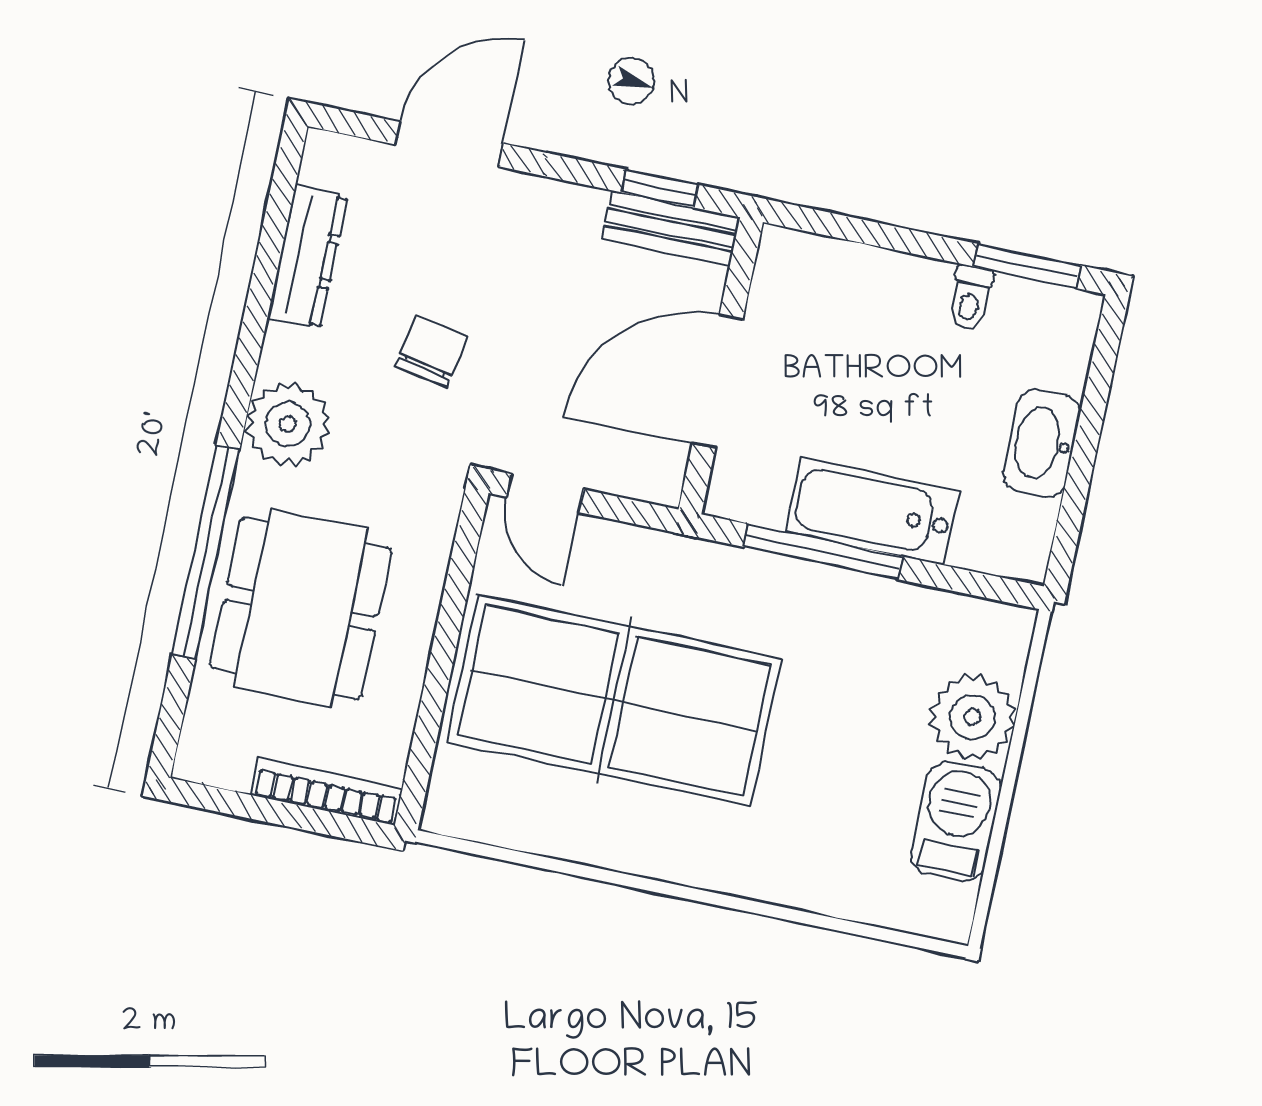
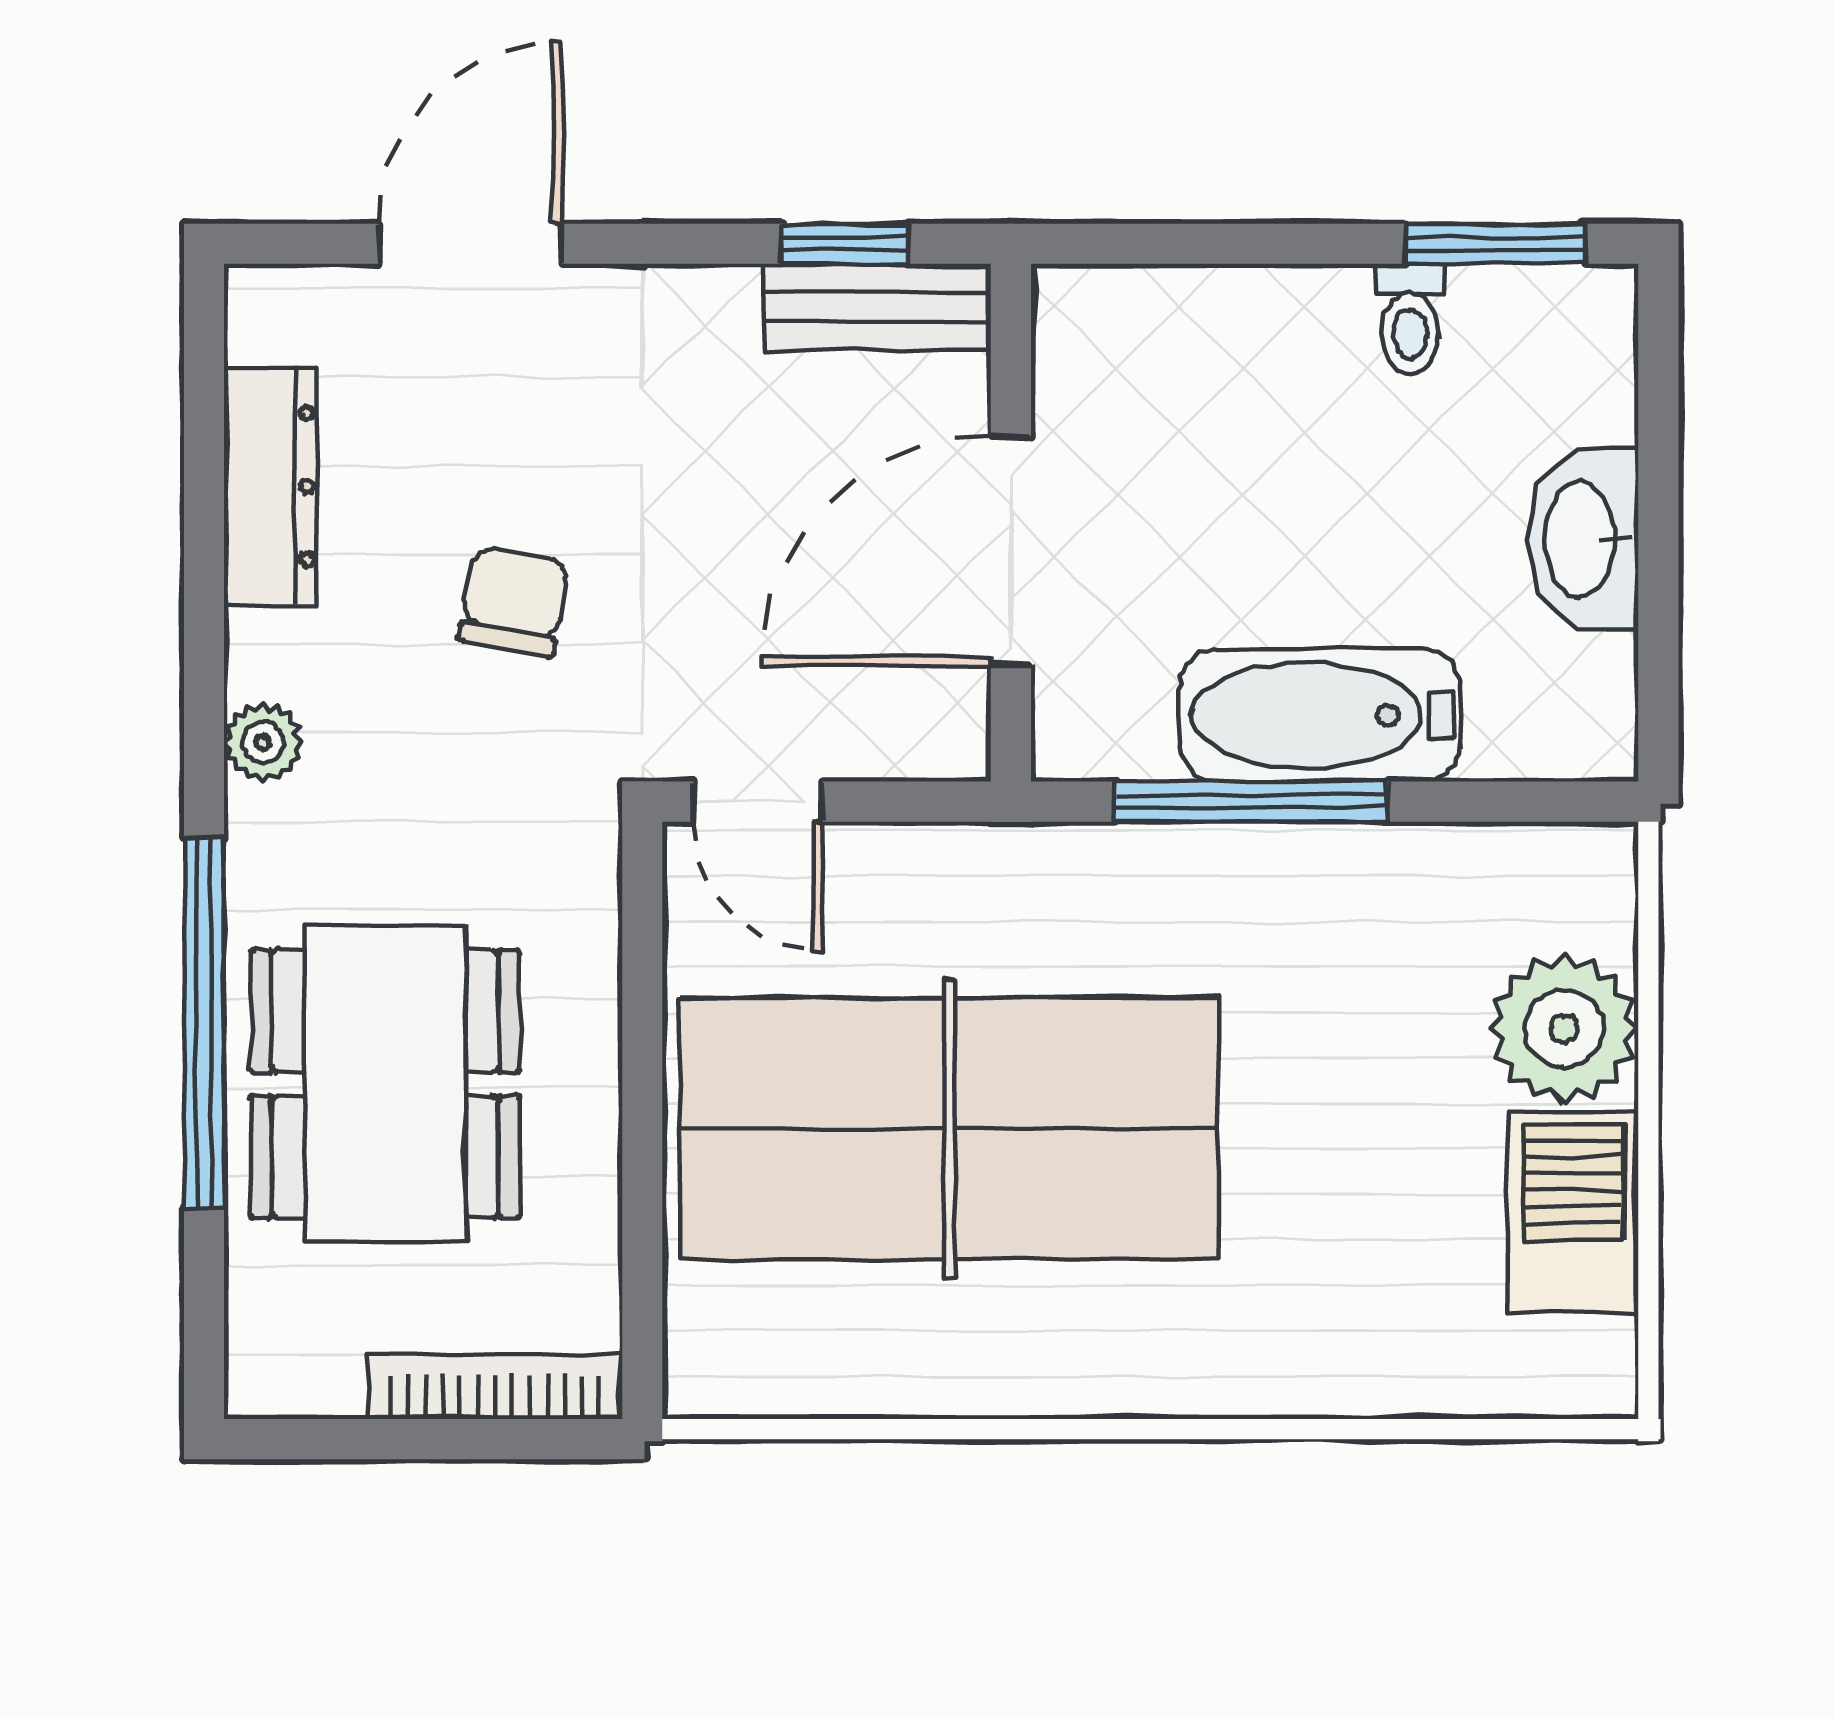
plant: (288, 424) -> (263, 742), width x0.53, depth x0.53

